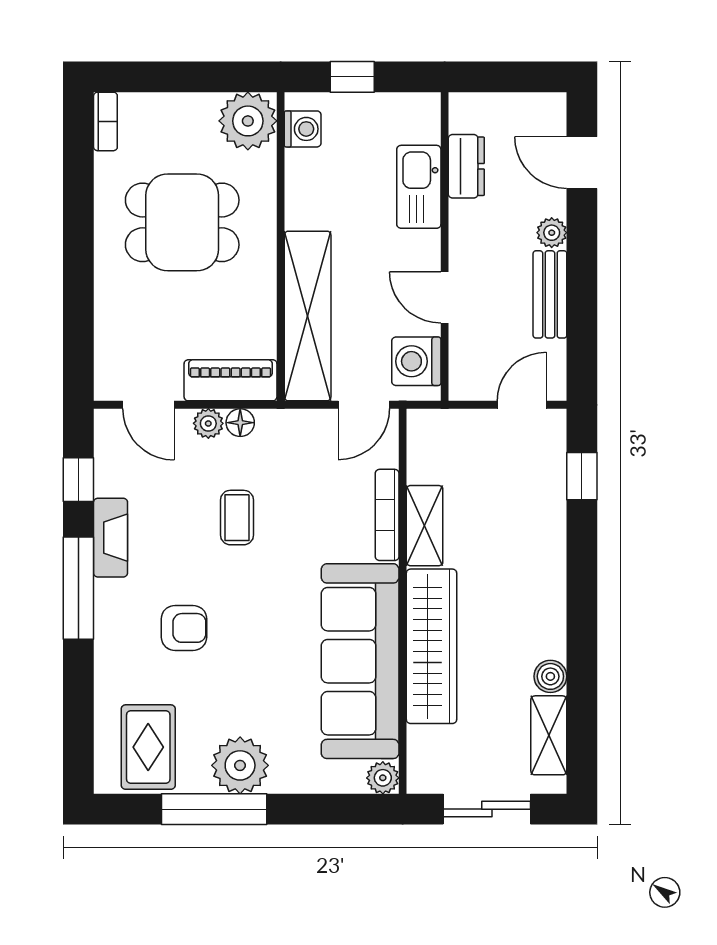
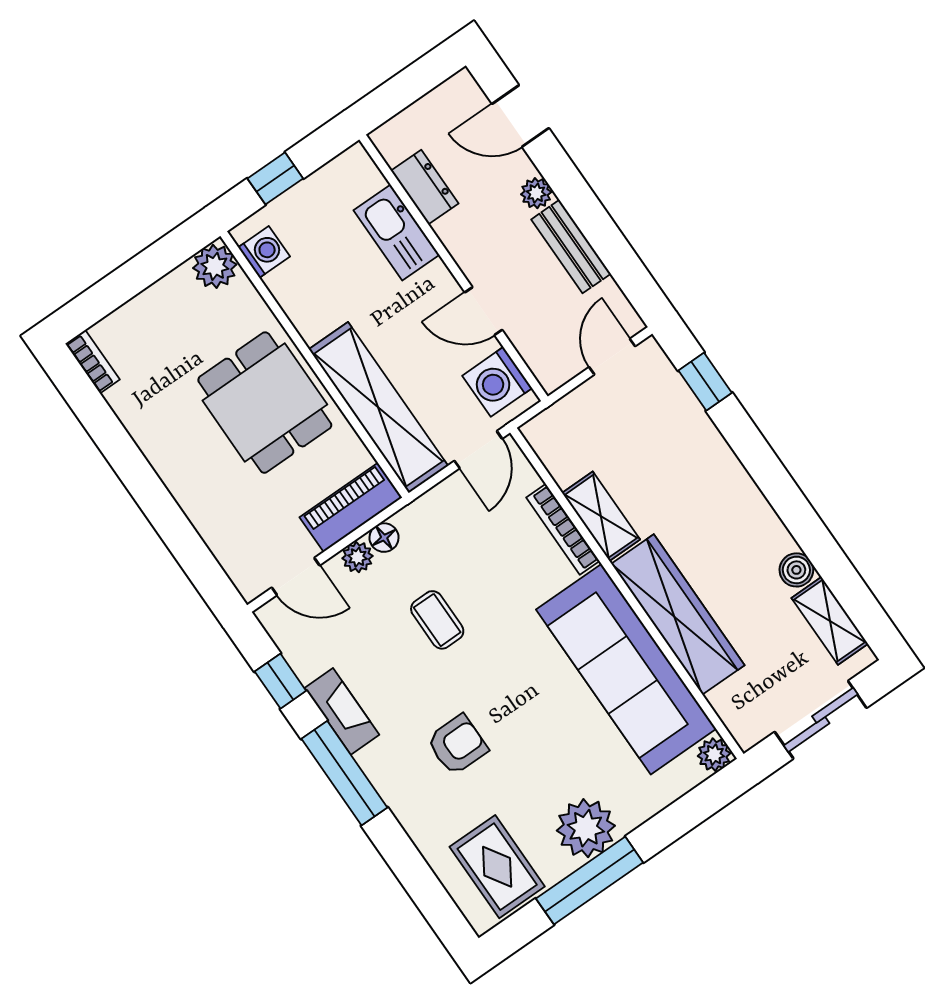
plant: (248, 121) -> (215, 266), width x0.73, depth x0.73
dining table: (182, 222) -> (265, 403), moved, turned 90

